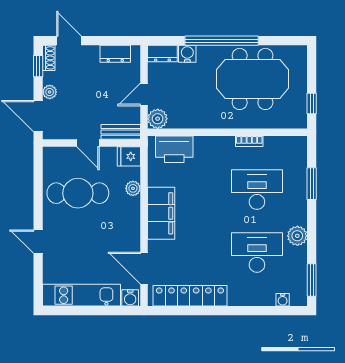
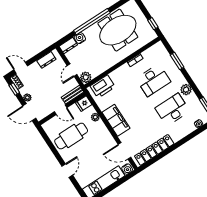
desk: (257, 190) -> (153, 80), turned 180
door: (38, 242) -> (67, 171), swing flipped

